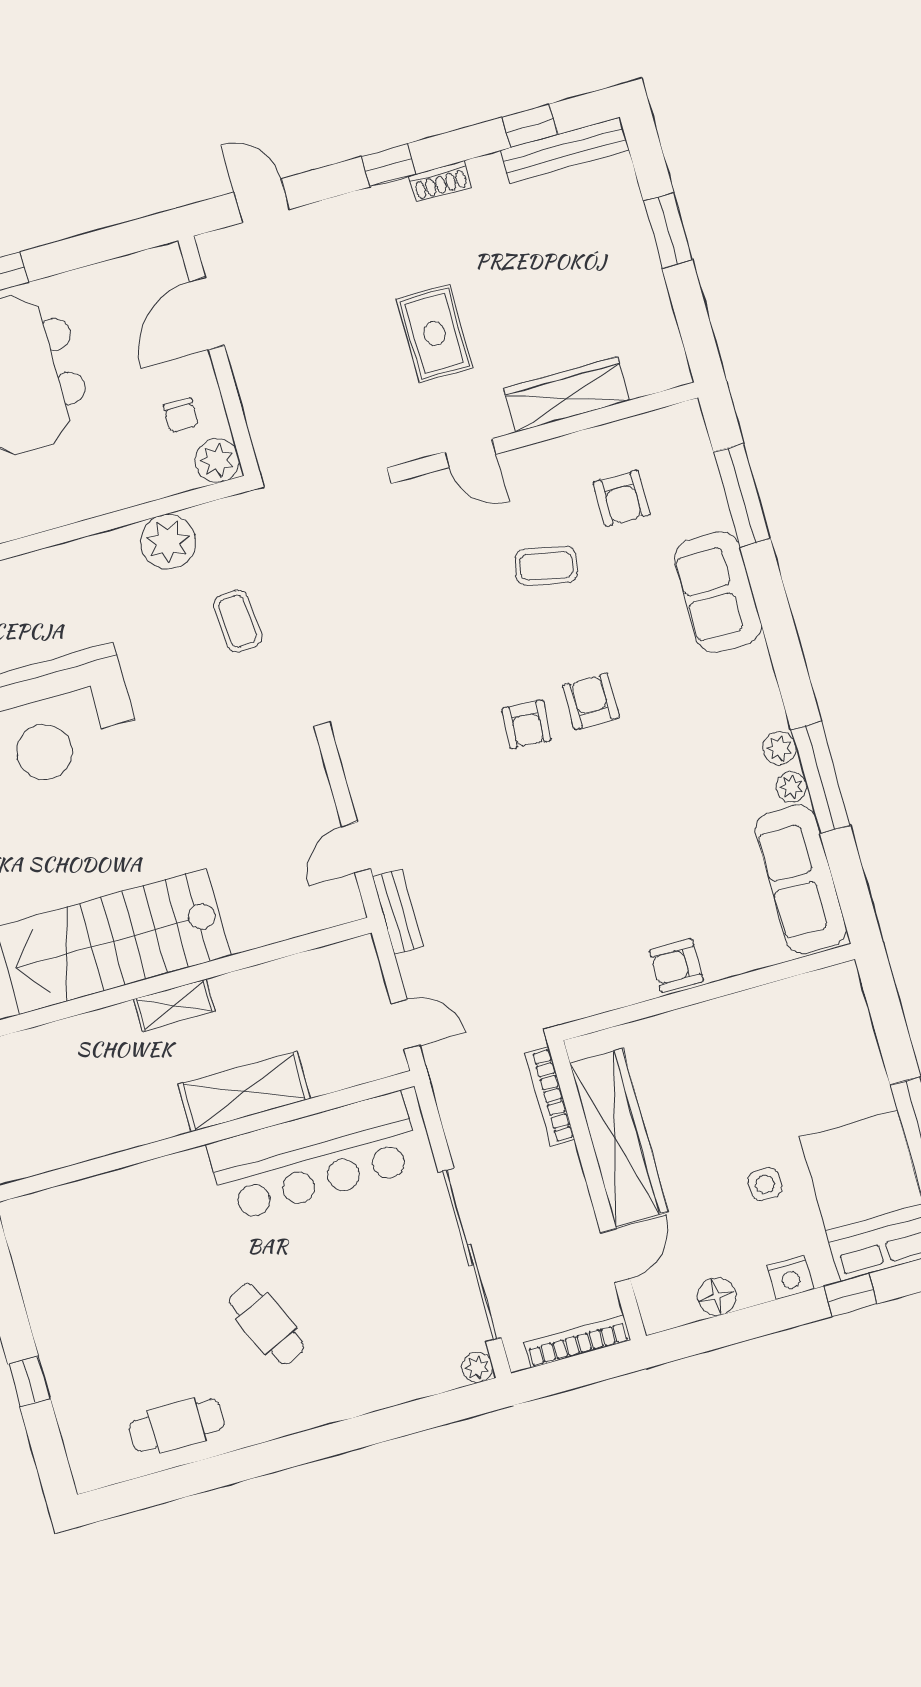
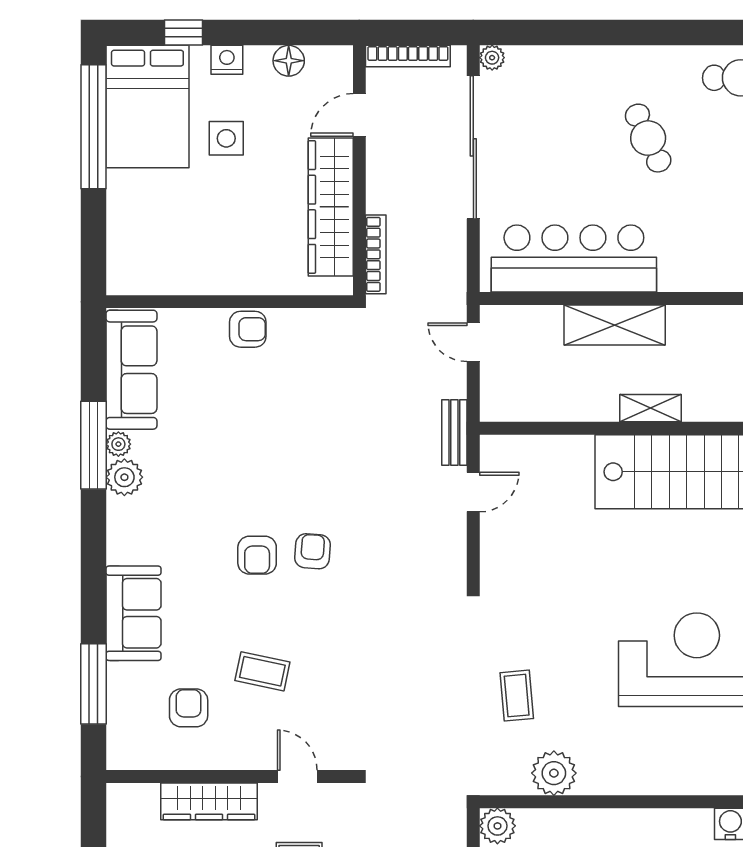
plant: (779, 748) -> (124, 477), width x1.38, depth x1.38
side table: (765, 1184) -> (226, 138), width x1.37, depth x1.37

